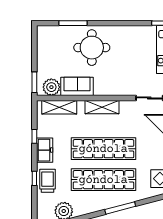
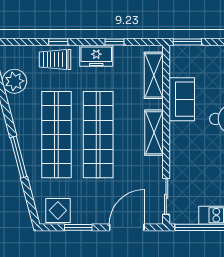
plant: (51, 87) -> (181, 65), removed
trolley: (47, 181) -> (55, 60), turned 180

